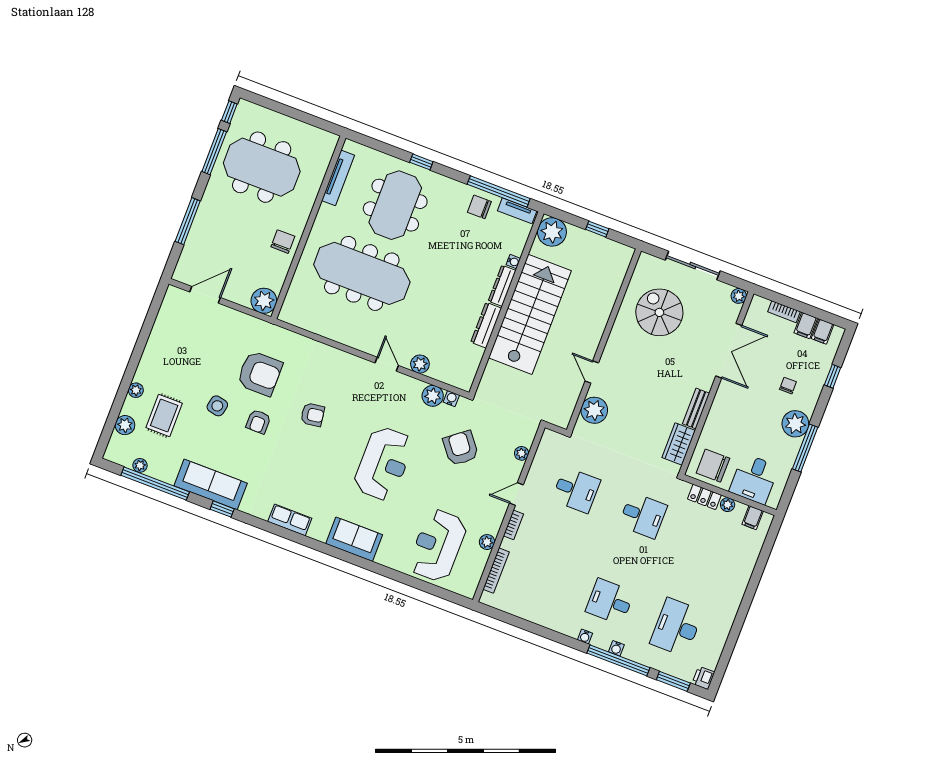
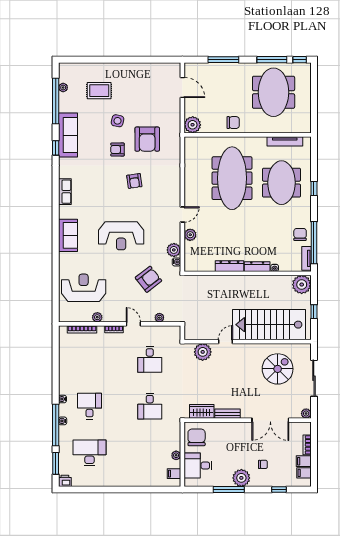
meeting table: (395, 205) -> (281, 183), turned 90
stairs: (530, 314) -> (269, 325), moved, turned 180
plant: (136, 390) -> (108, 67), removed
plant: (125, 425) -> (84, 69), removed
locker: (704, 497) -> (175, 439), removed

